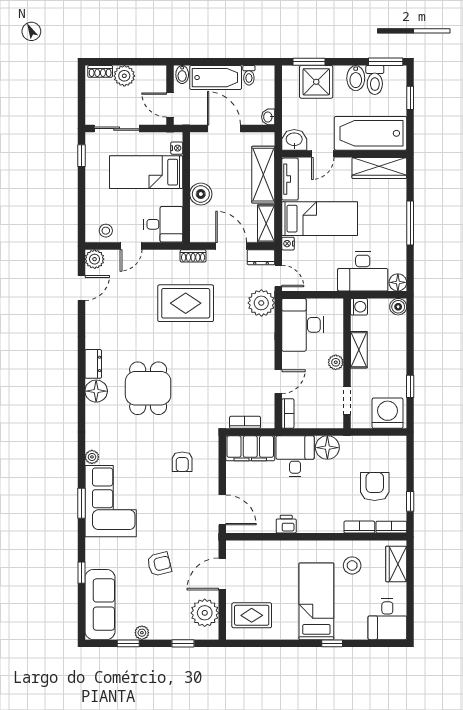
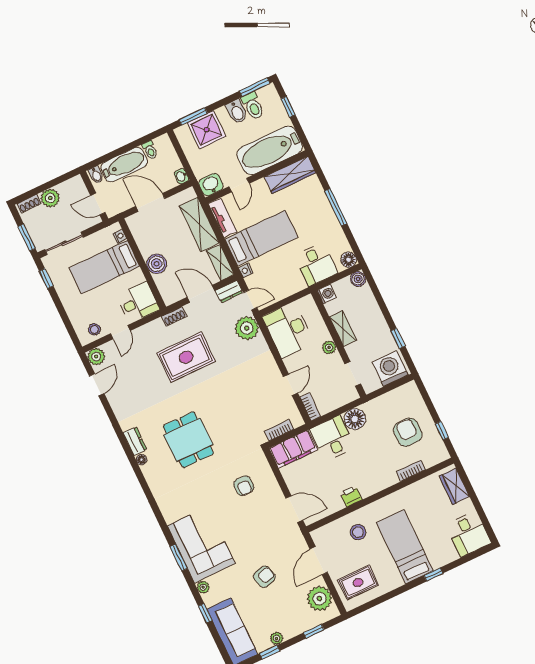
window: (81, 104) -> (27, 237), added
desk: (363, 272) -> (316, 264), width x0.73
floor lamp: (96, 391) -> (142, 460), width x0.53, depth x0.53
plant: (92, 457) -> (203, 587), moved
bookcase: (391, 527) -> (437, 459), removed
stool: (352, 565) -> (358, 532), moved

